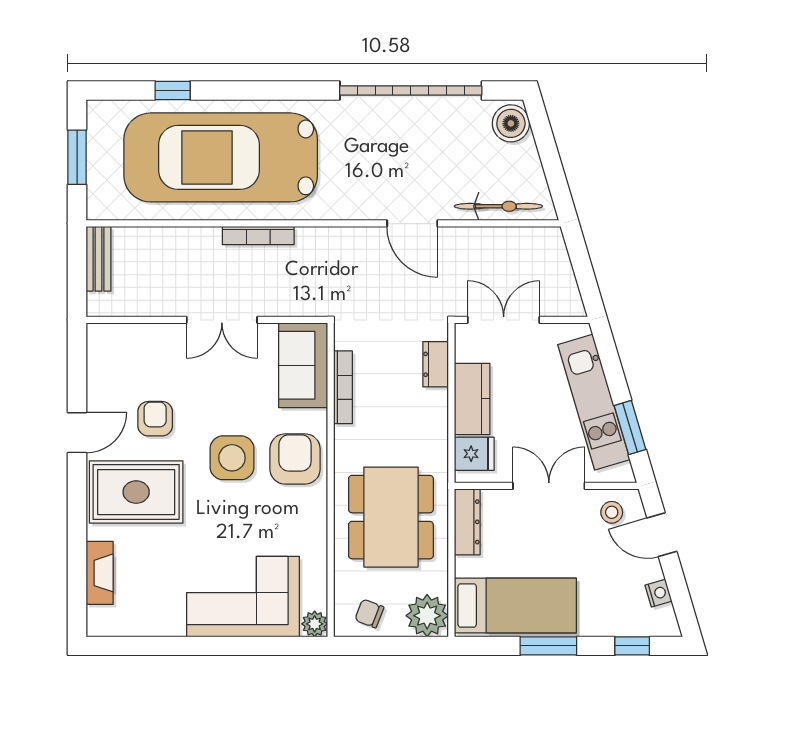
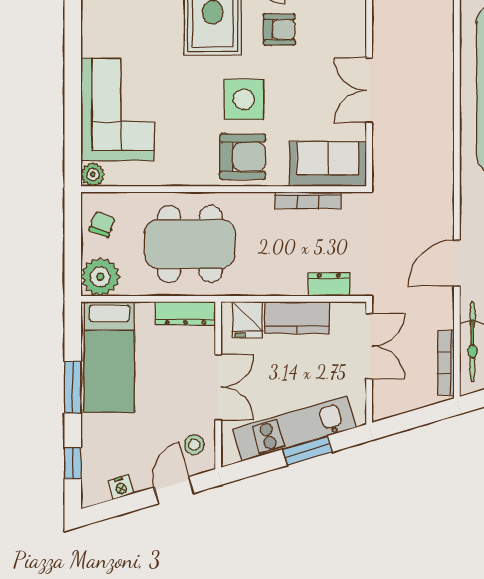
bookcase: (258, 236) -> (446, 363), moved
window: (630, 427) -> (307, 451), moved

